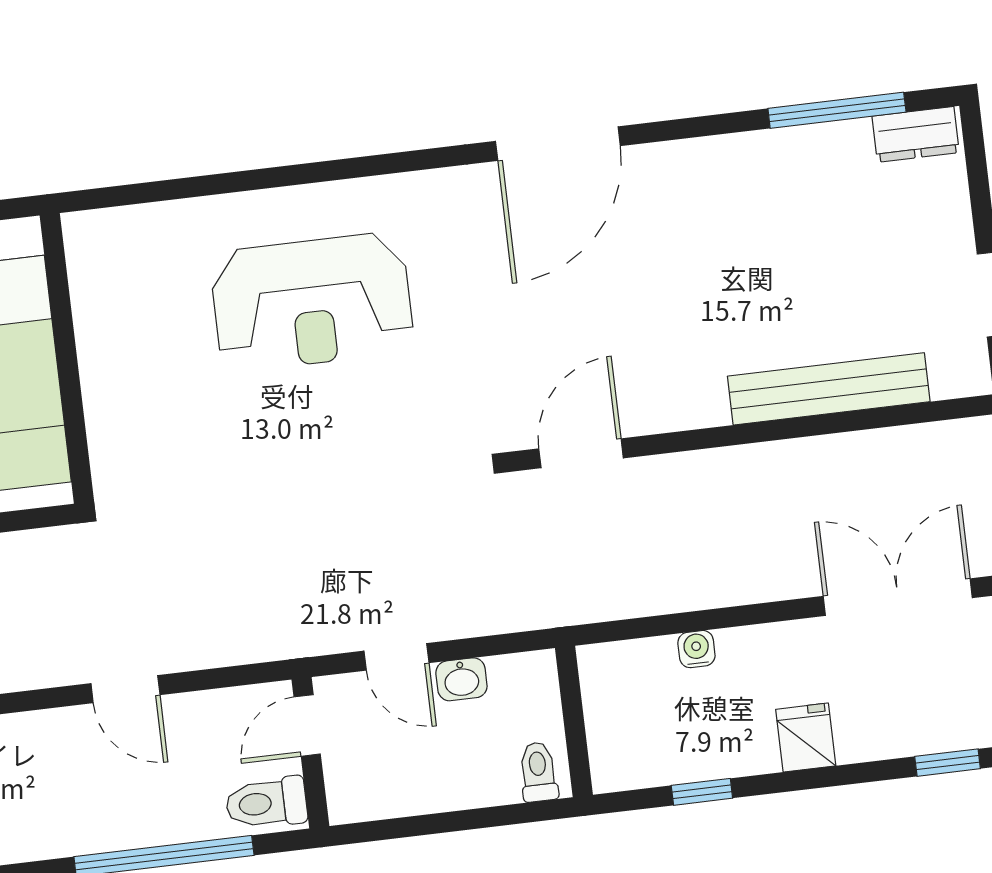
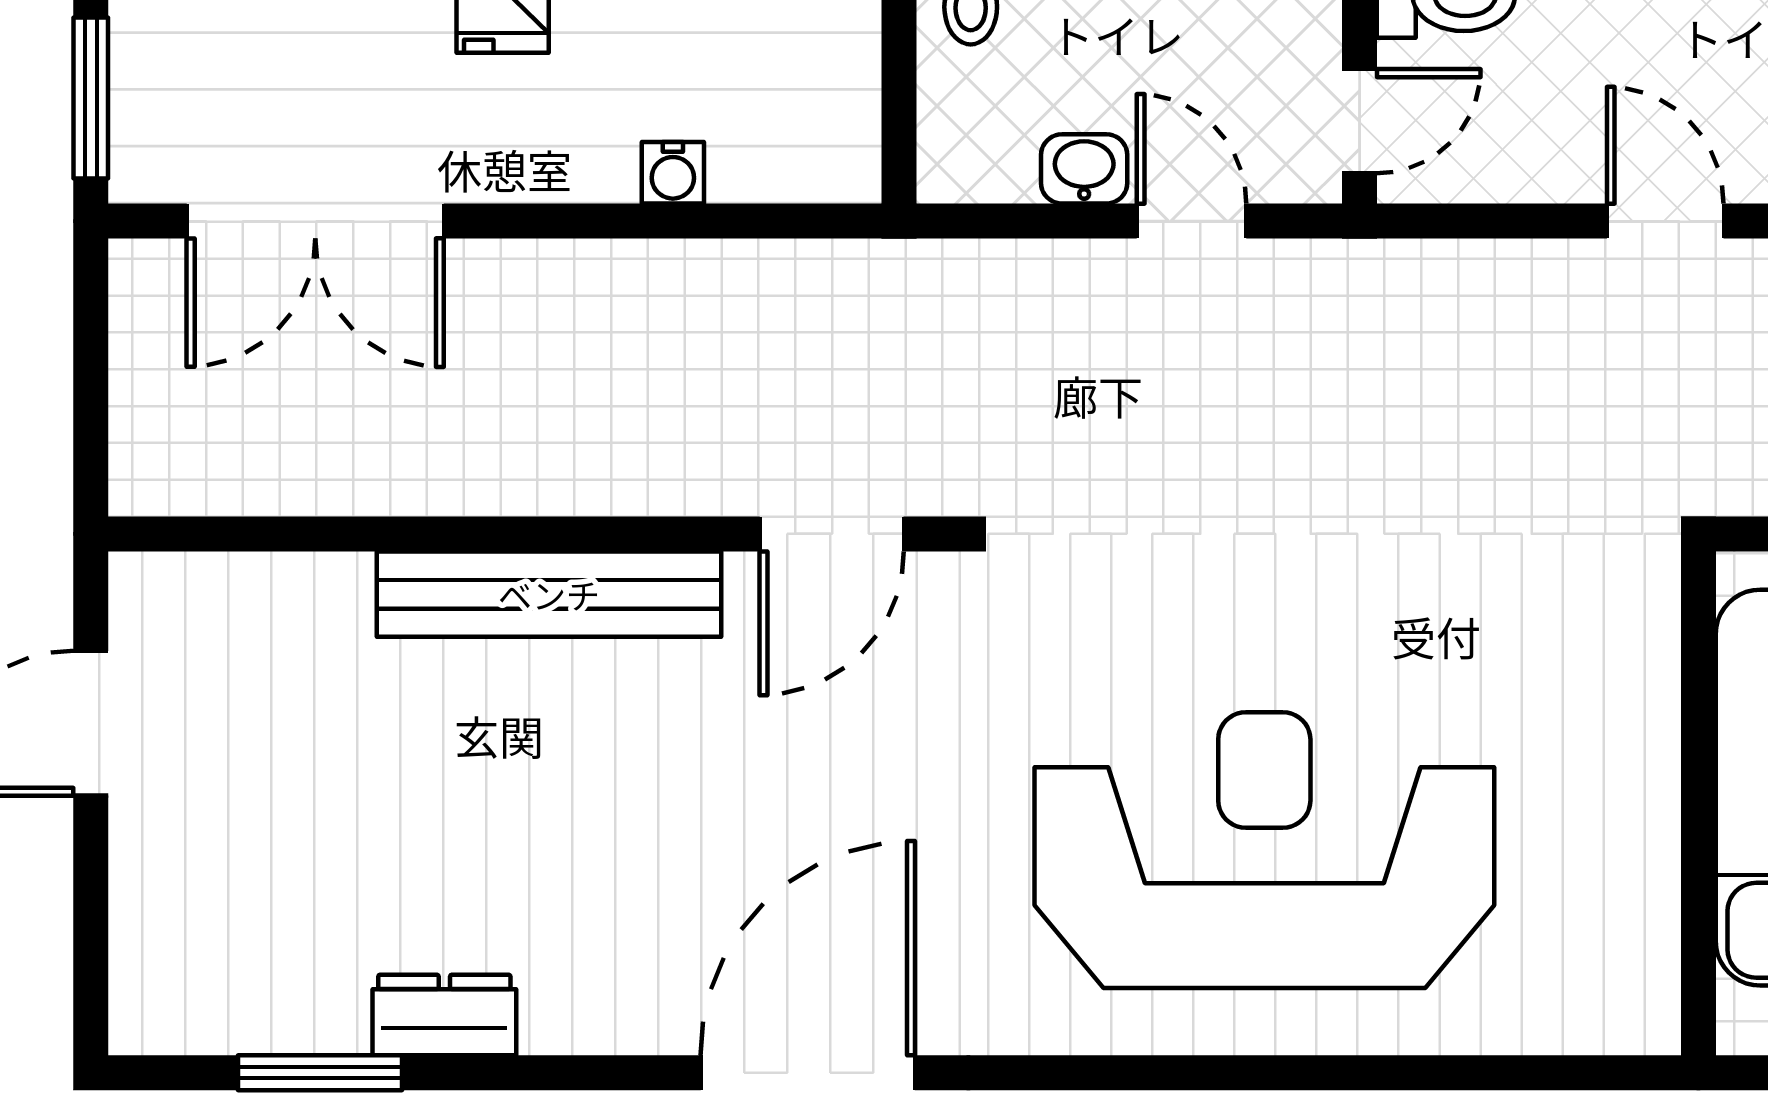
window: (837, 110) -> (320, 1073), width x0.69
dresser: (916, 134) -> (444, 1015), moved
reception desk: (312, 302) -> (1264, 850), width x1.36, depth x1.30
bench: (829, 389) -> (549, 594), moved

